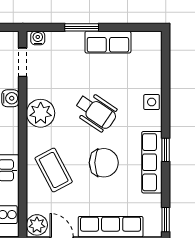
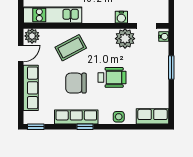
row of seats: (108, 42) -> (153, 116), moved, turned 90
wheelchair: (96, 112) -> (112, 77), turned -124
plant: (41, 113) -> (125, 39), moved
chair: (104, 163) -> (76, 83), turned 90

